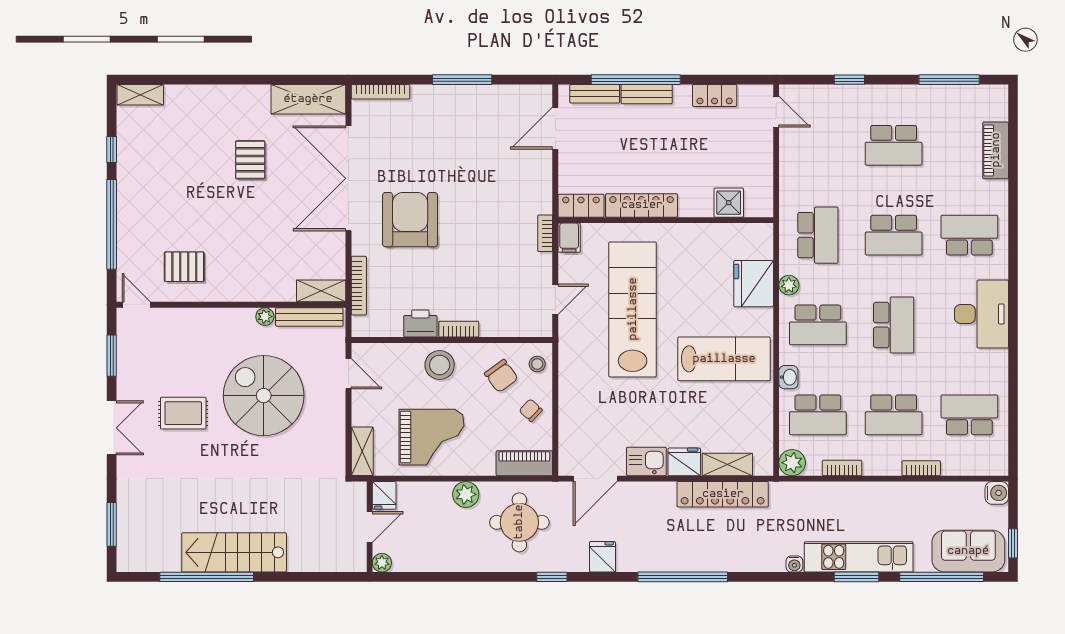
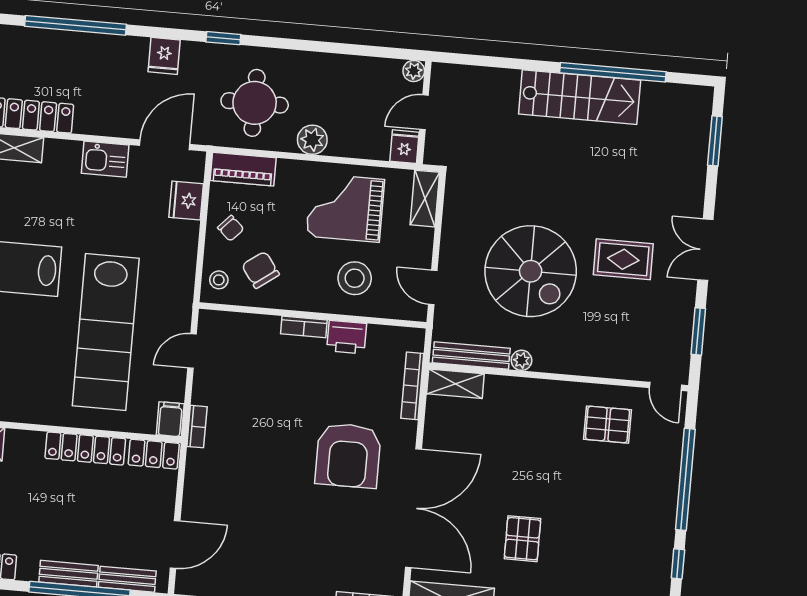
stool: (440, 365) -> (355, 278), moved
fridge: (684, 462) -> (186, 201), moved, turned 90

